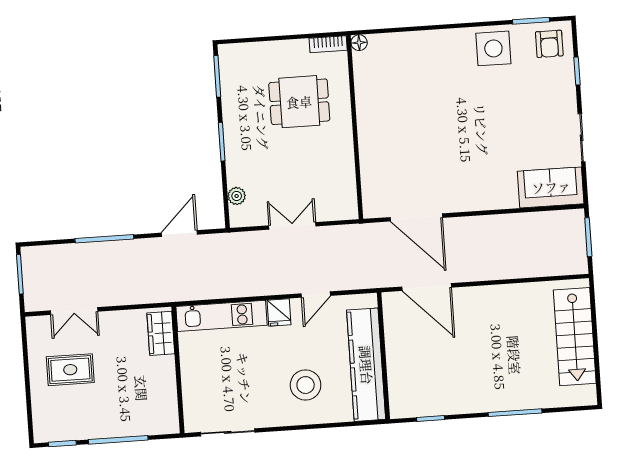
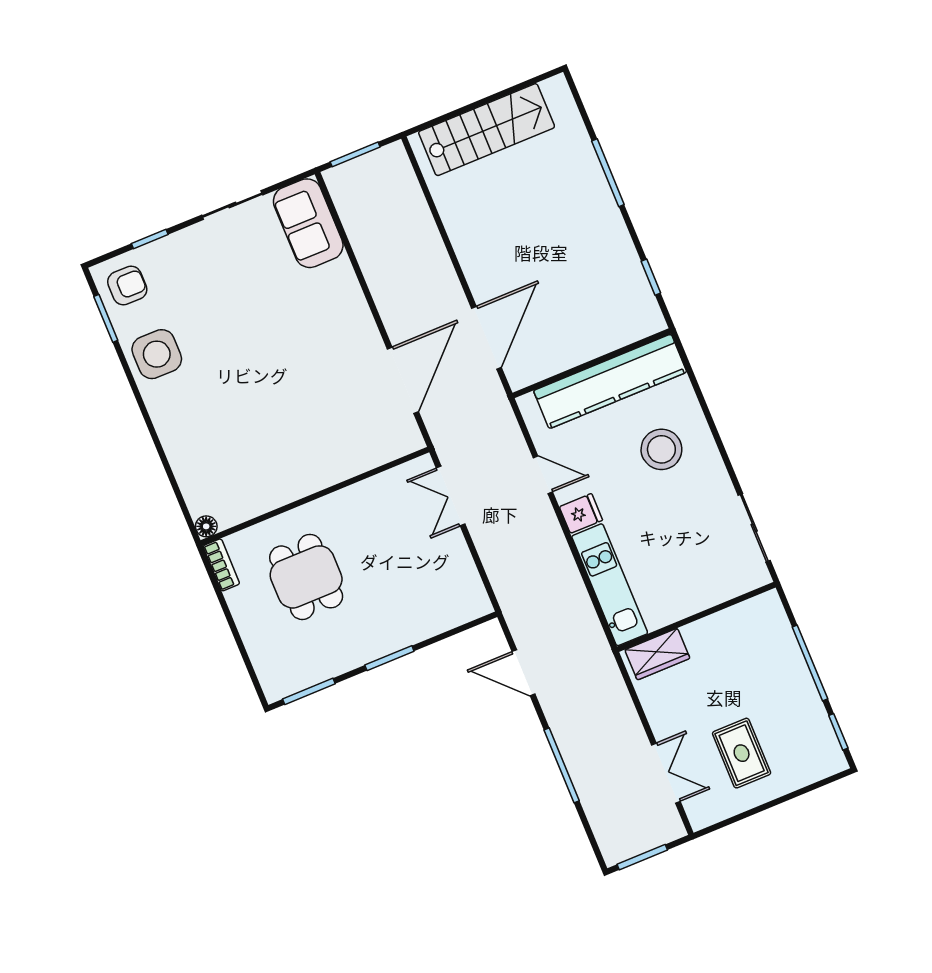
plant: (237, 196) -> (452, 616), removed
double door: (292, 226) -> (451, 496), moved

